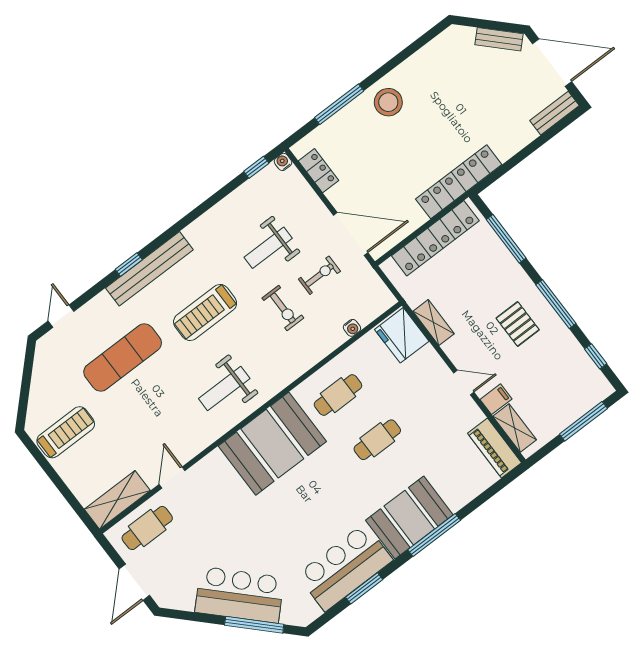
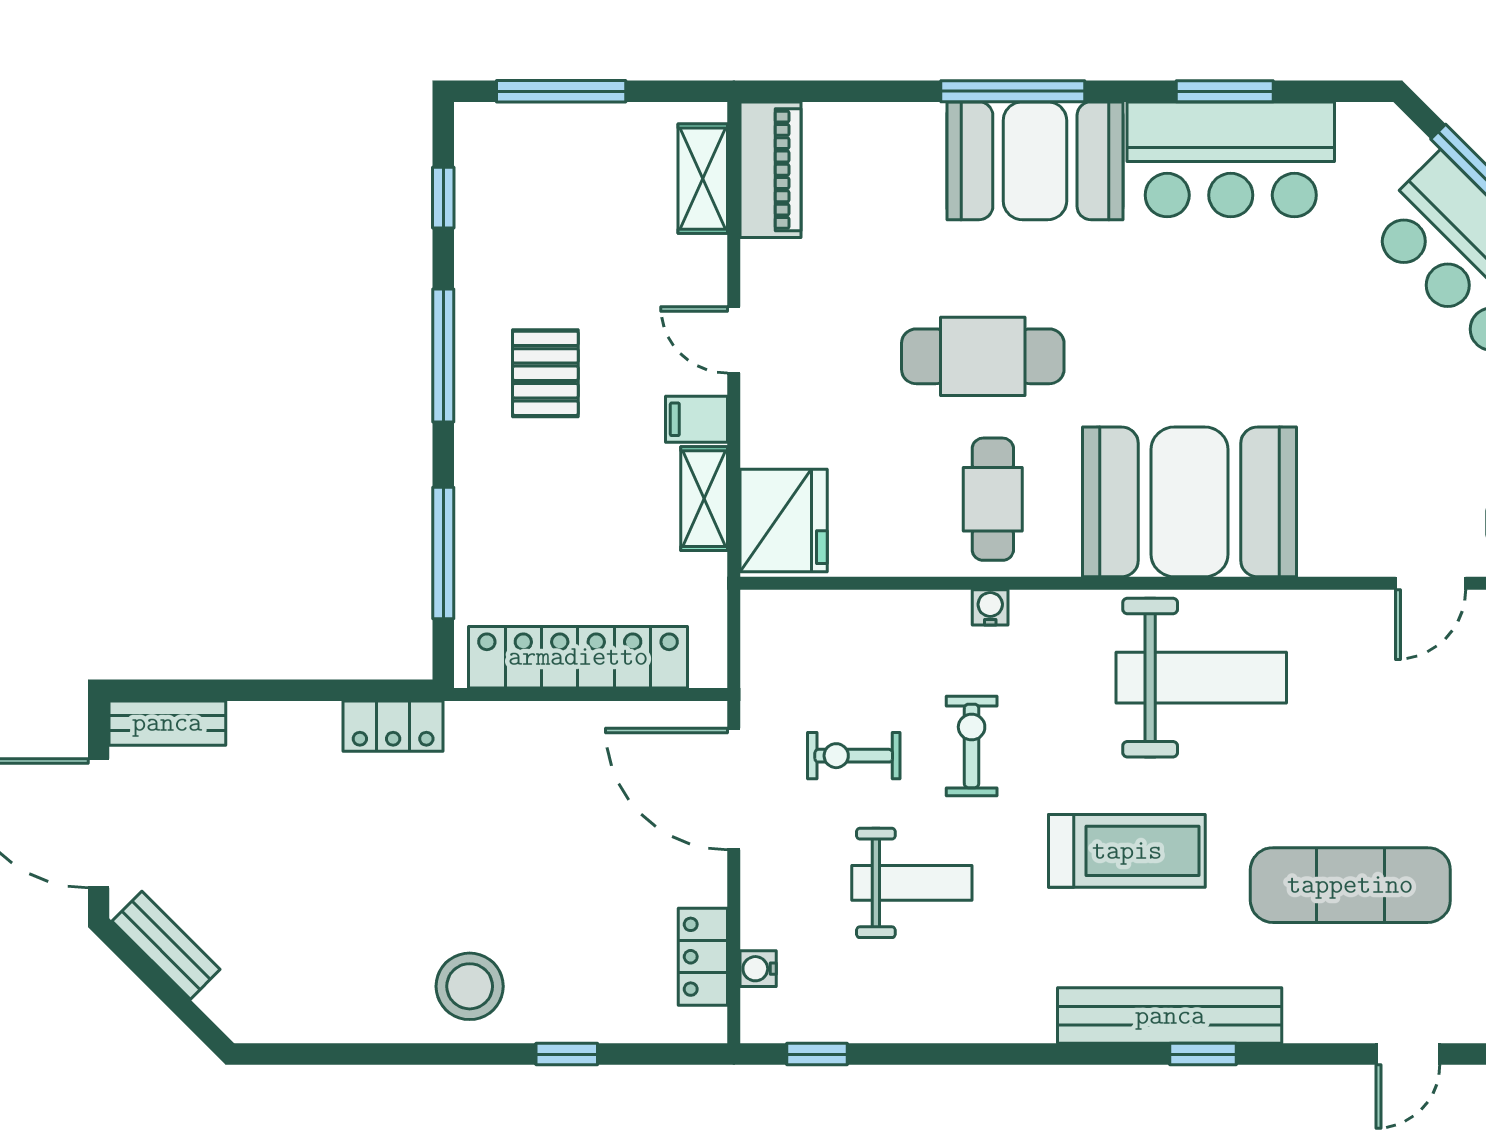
window: (339, 104) -> (567, 1054), width x0.46
water cooler: (283, 162) -> (758, 969), moved, turned 90
locker: (459, 182) -> (393, 726), width x0.46, depth x0.83
water cooler: (352, 328) -> (990, 607), moved
weight bench: (224, 389) -> (1201, 678), width x1.36, depth x1.33
cafe table: (338, 395) -> (993, 499), turned 90
filing cabinet: (496, 399) -> (697, 419), moved
cafe table: (377, 440) -> (983, 356), width x1.37, depth x1.35

